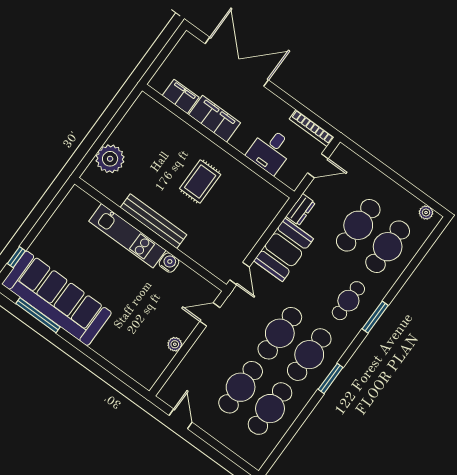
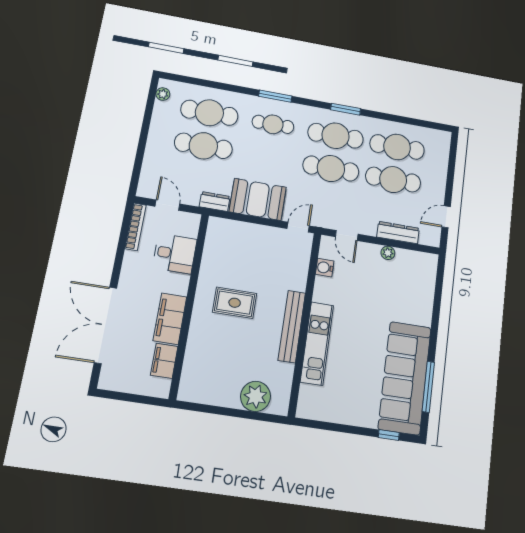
water cooler: (169, 263) -> (325, 268), moved
dresser: (189, 364) -> (398, 233), added

